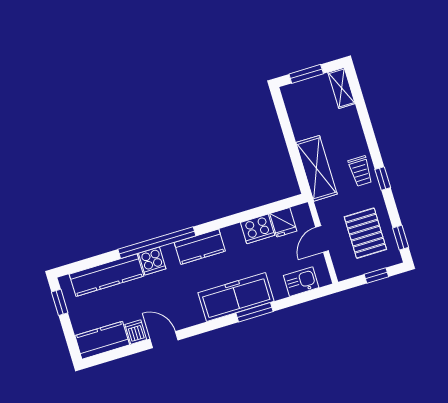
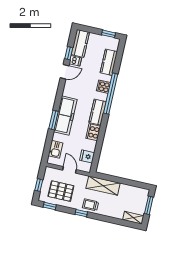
cooker: (258, 229) -> (93, 132), moved
kitchen counter: (106, 275) -> (109, 62), width x0.67
window: (129, 350) -> (69, 53), added

